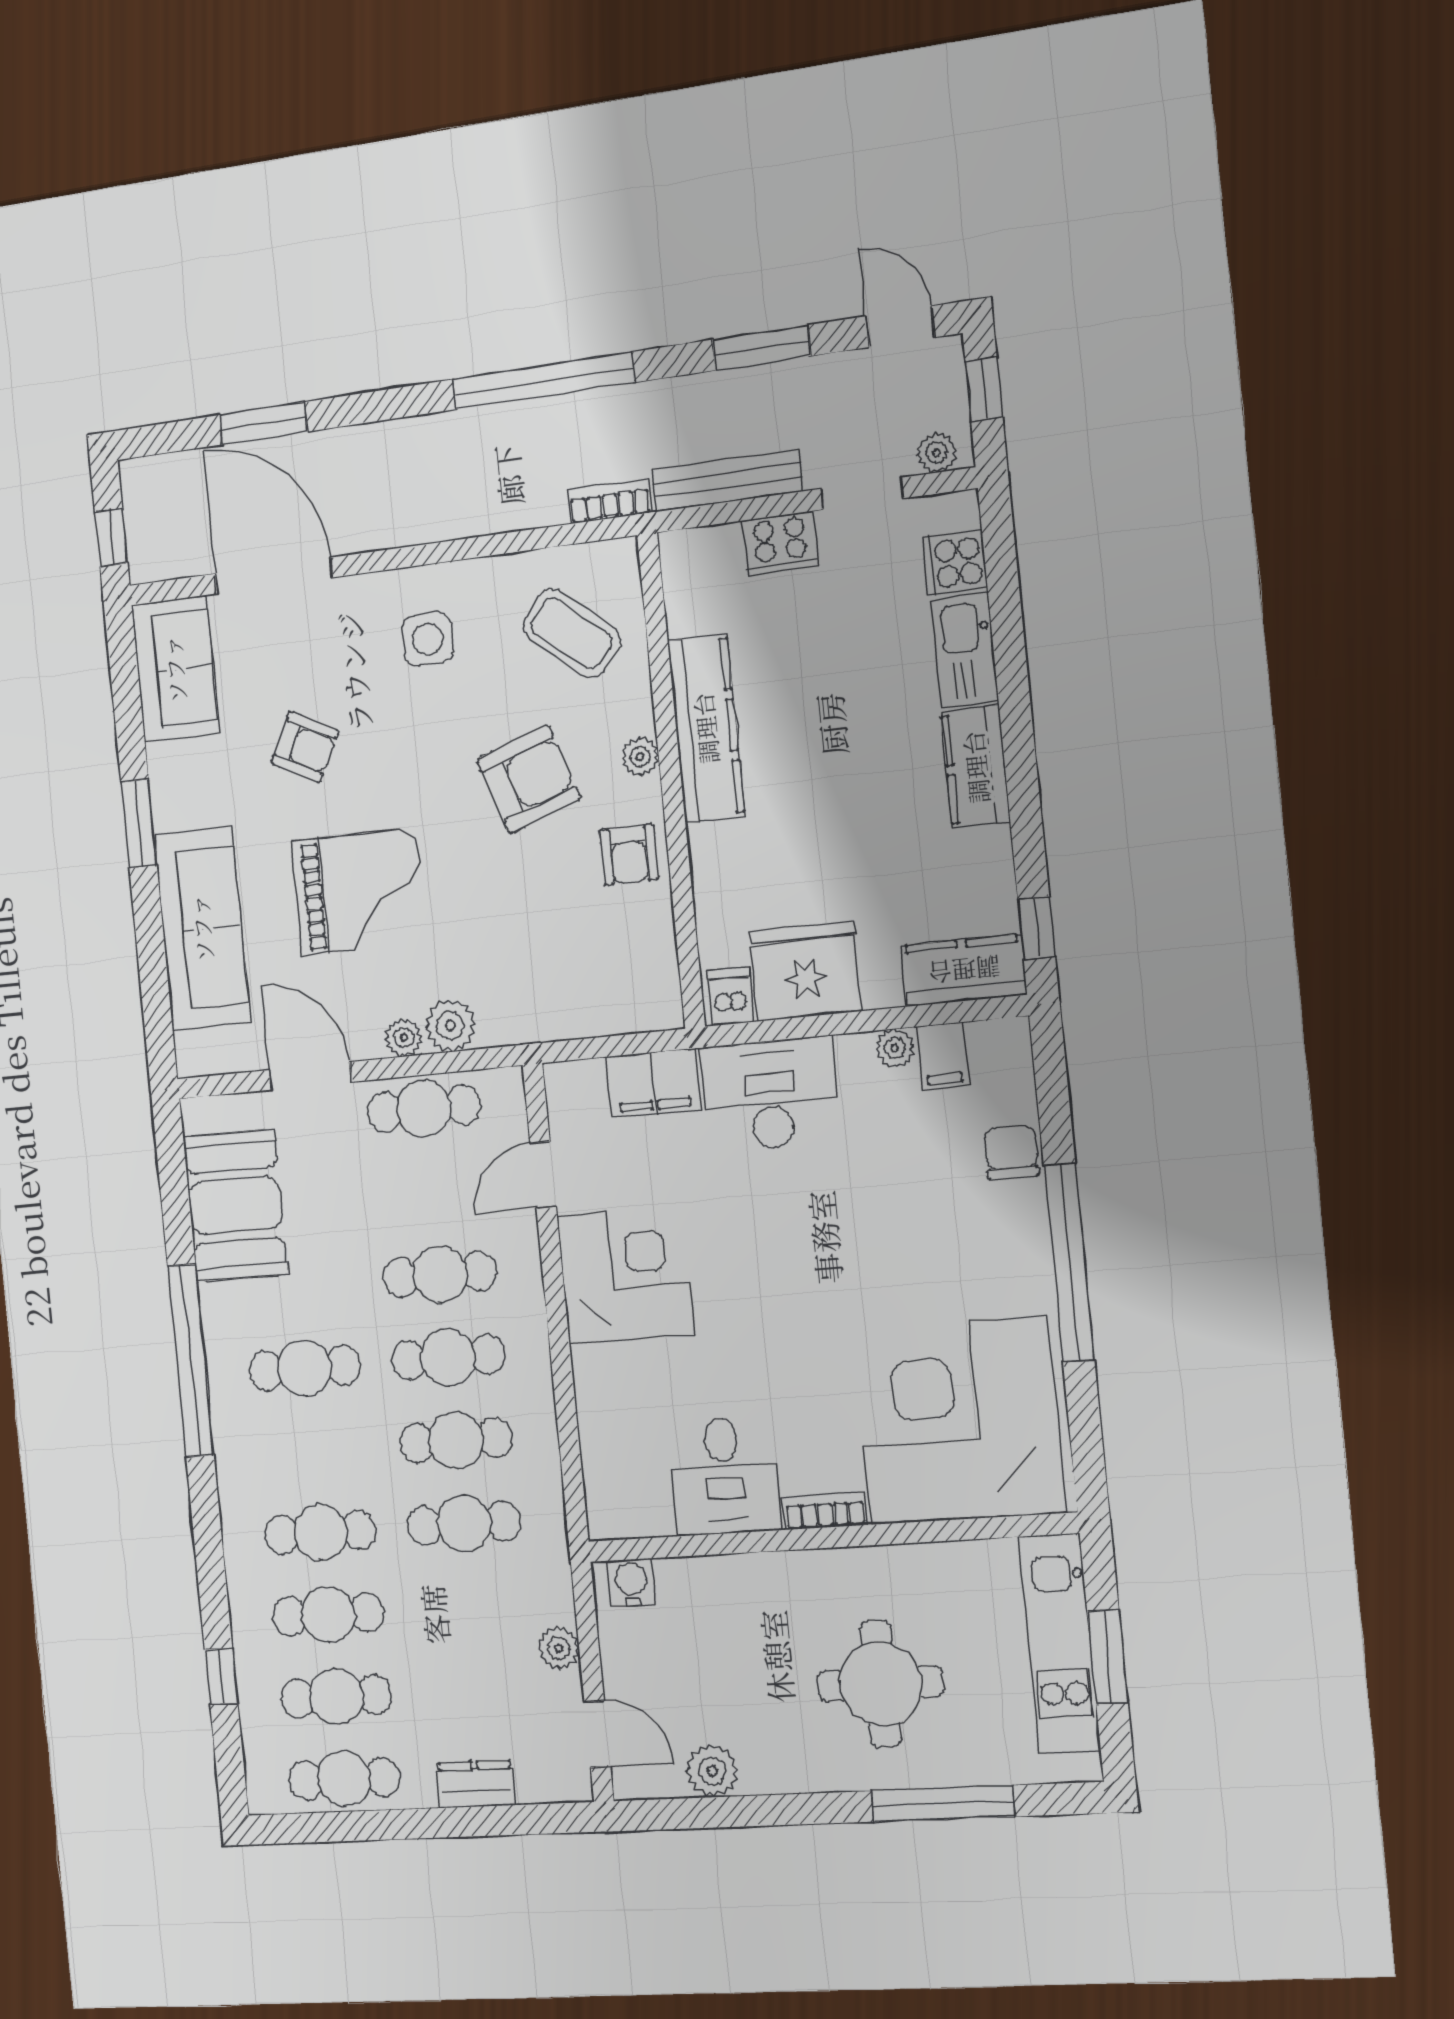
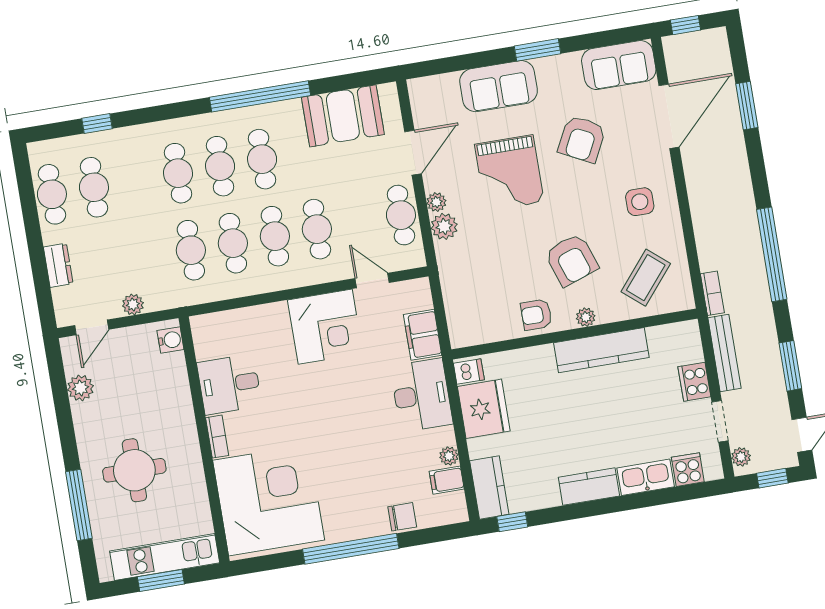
armchair: (305, 747) -> (582, 139), width x1.38, depth x1.38
sofa: (202, 928) -> (499, 86), width x0.73
cafe table: (328, 1614) -> (220, 166), moved

